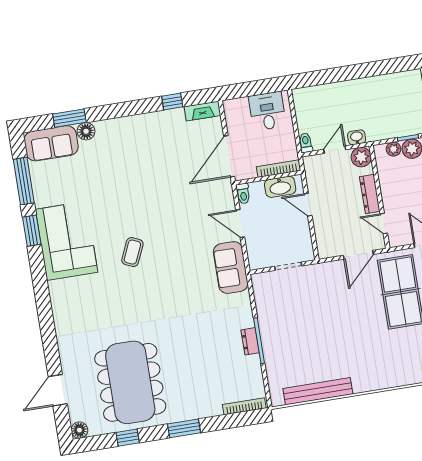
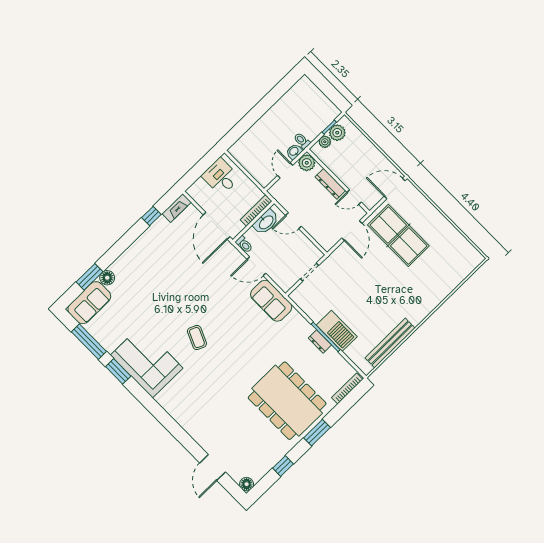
toilet: (306, 143) -> (302, 141), moved
barbecue: (274, 343) -> (337, 331), added
dining table: (130, 382) -> (287, 401), moved

